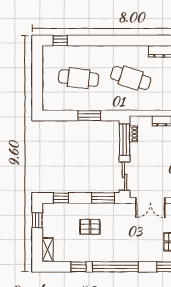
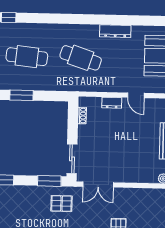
window: (89, 116) -> (21, 95), moved
window: (125, 140) -> (73, 121), removed
pallet: (90, 227) -> (62, 203), moved

